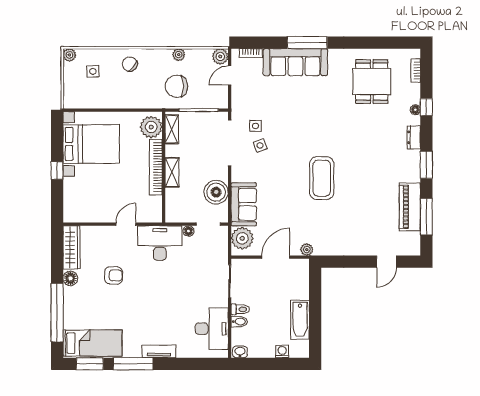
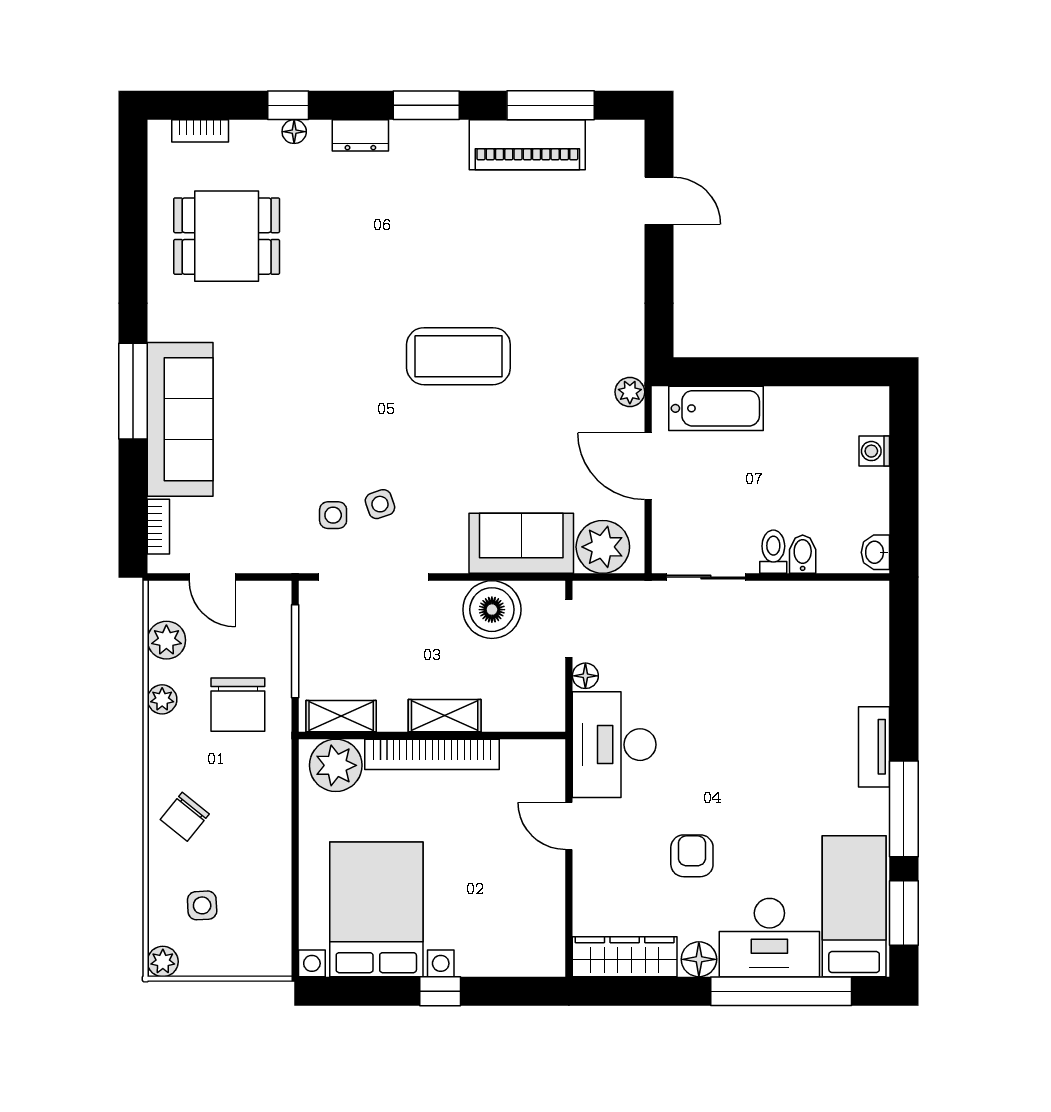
plant: (220, 56) -> (166, 640), moved
bathtub: (300, 320) -> (716, 408), moved
desk: (212, 329) -> (769, 938), moved, turned 180

